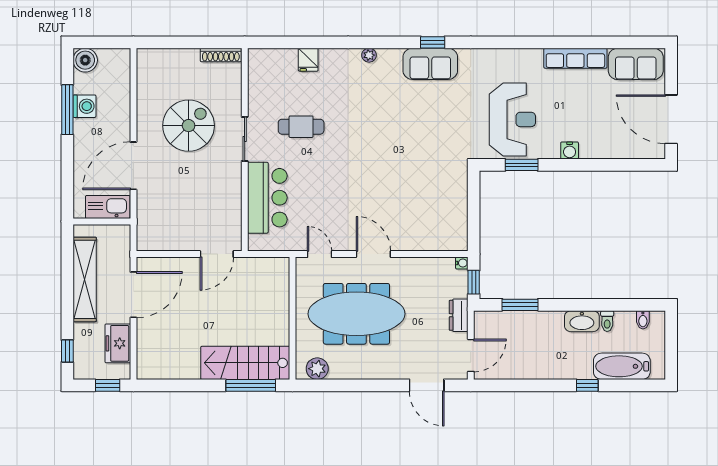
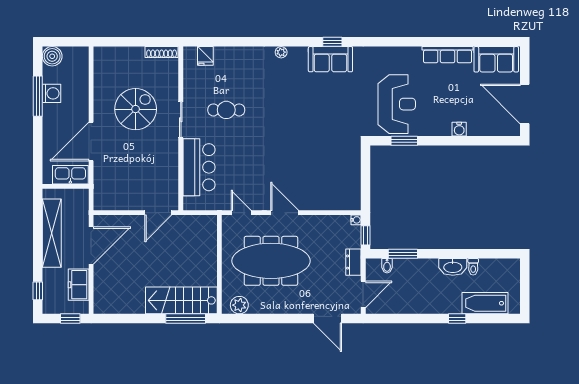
fridge: (308, 60) -> (205, 56), moved
water cooler: (570, 151) -> (459, 129), moved
bidet: (643, 320) -> (387, 266), moved

